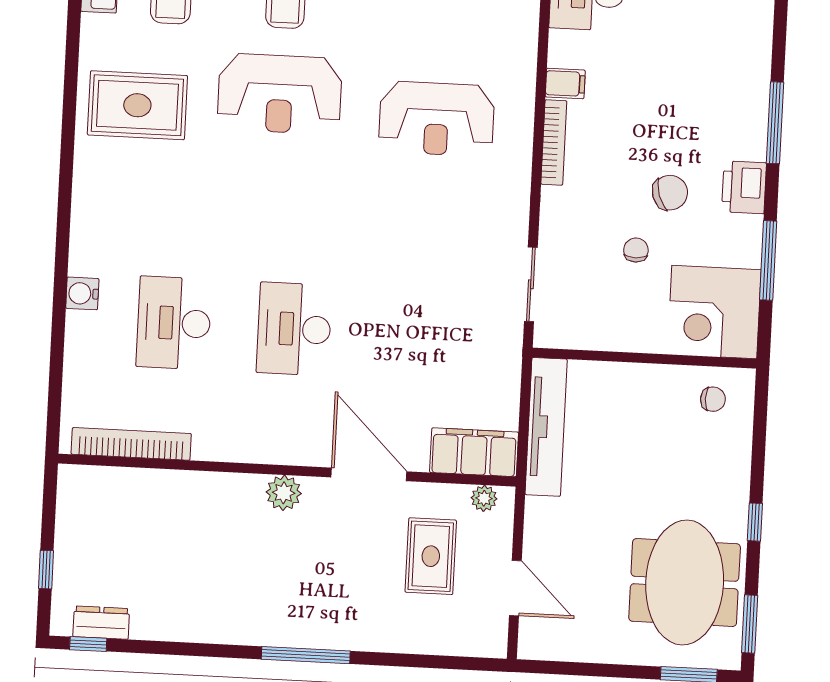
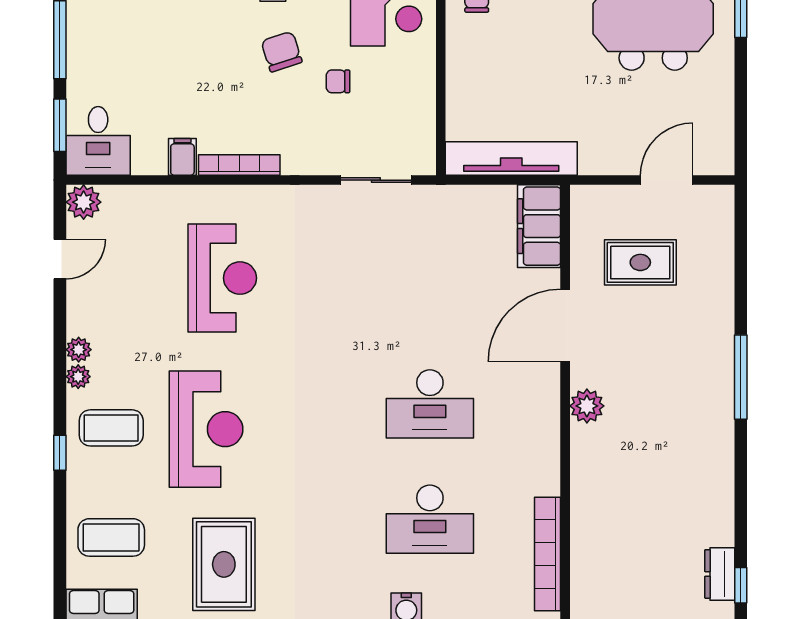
plant: (484, 498) -> (582, 214), removed

